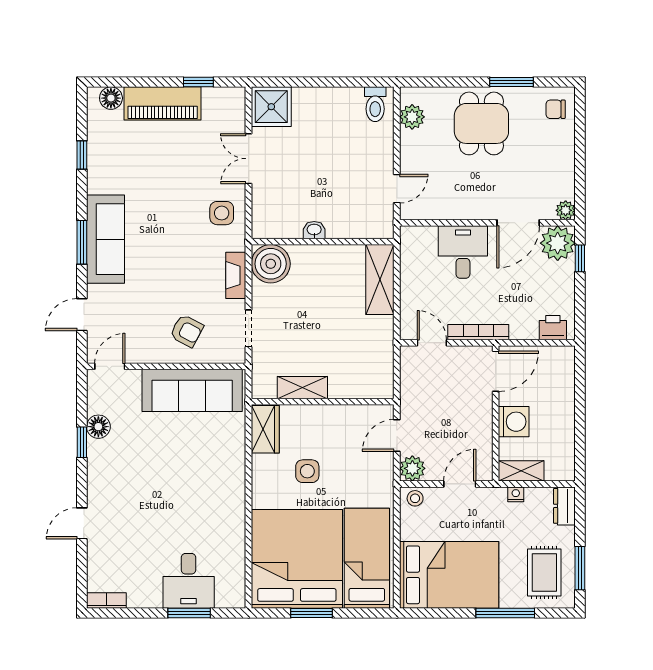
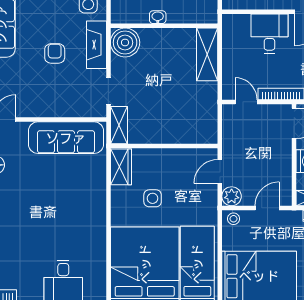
fireplace: (236, 275) -> (96, 45), width x1.37, depth x1.32
armchair: (187, 331) -> (55, 53), moved, turned -118
shelving: (302, 388) -> (119, 125), moved, turned 90

